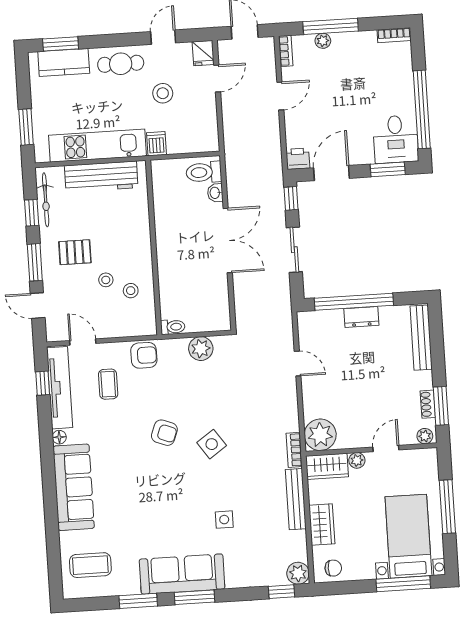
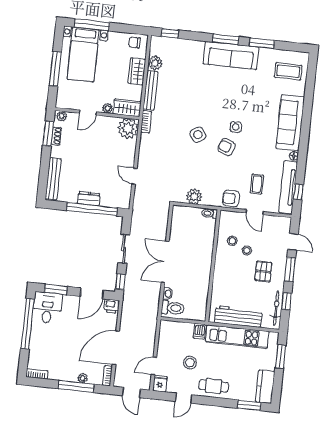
kitchen counter: (64, 62) -> (265, 387), moved, turned -90
door: (280, 96) -> (116, 348), width x1.87
pallet: (75, 252) -> (263, 271), turned 90
door: (83, 342) -> (255, 212), moved
side table: (224, 520) -> (236, 127), moved
plant: (298, 573) -> (155, 63), moved

